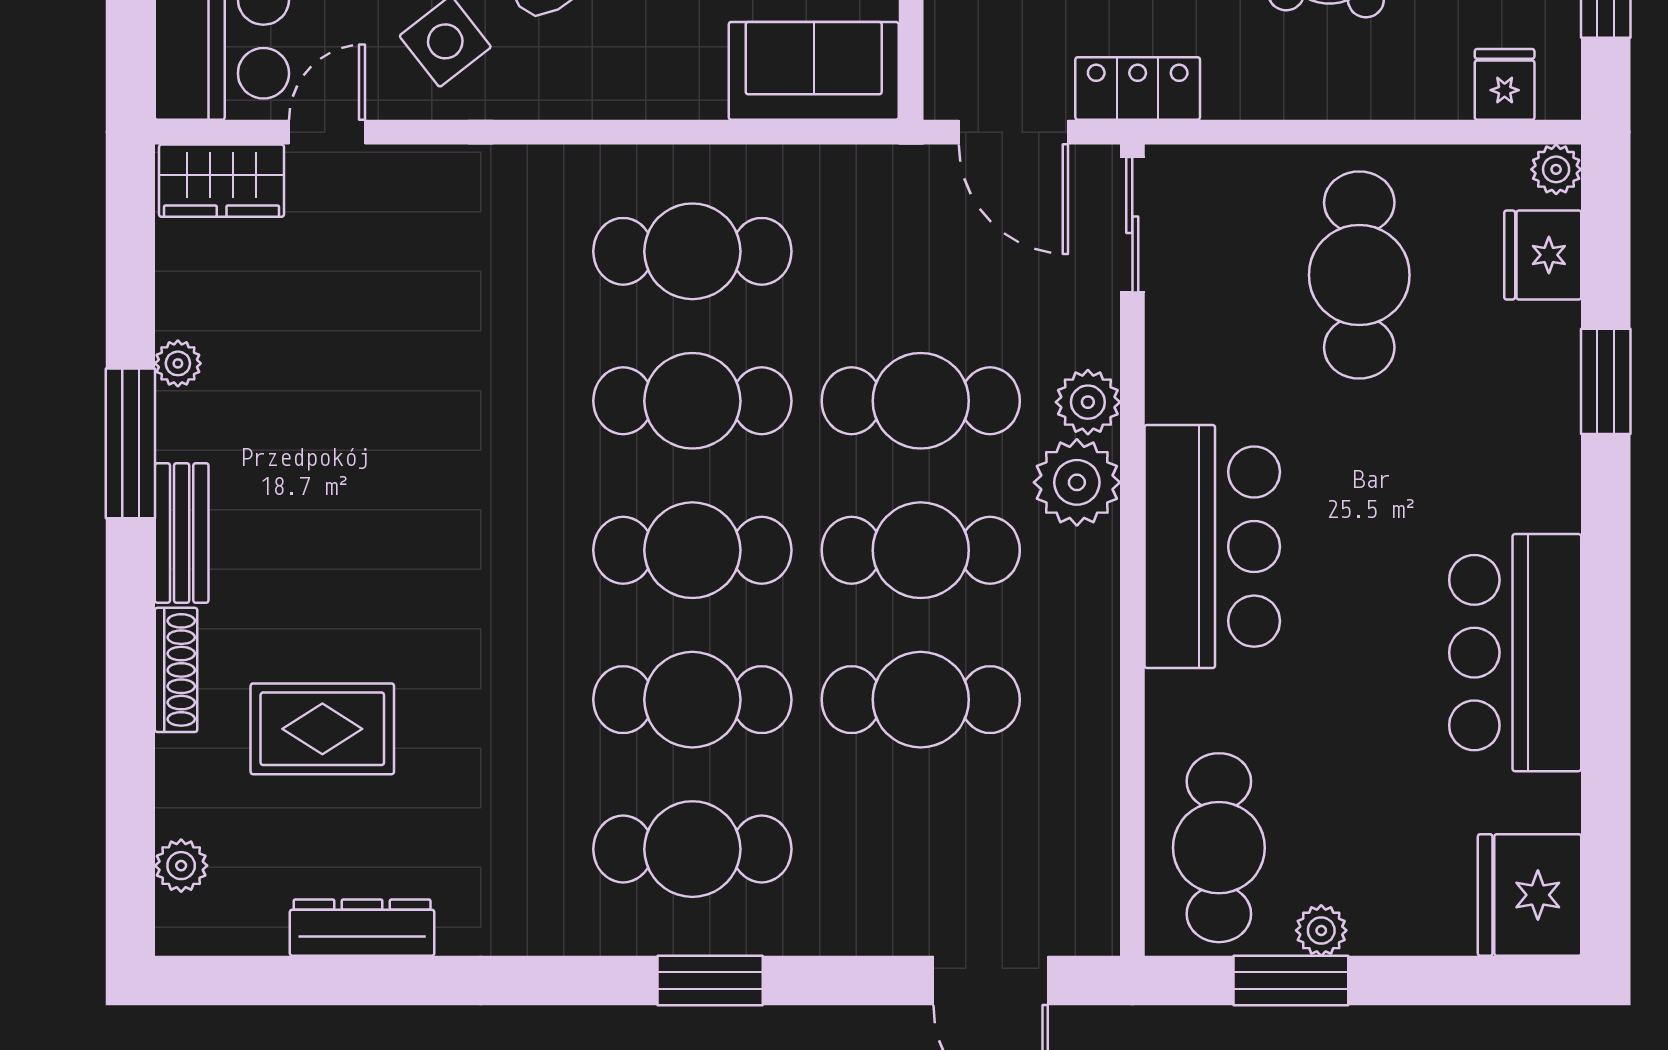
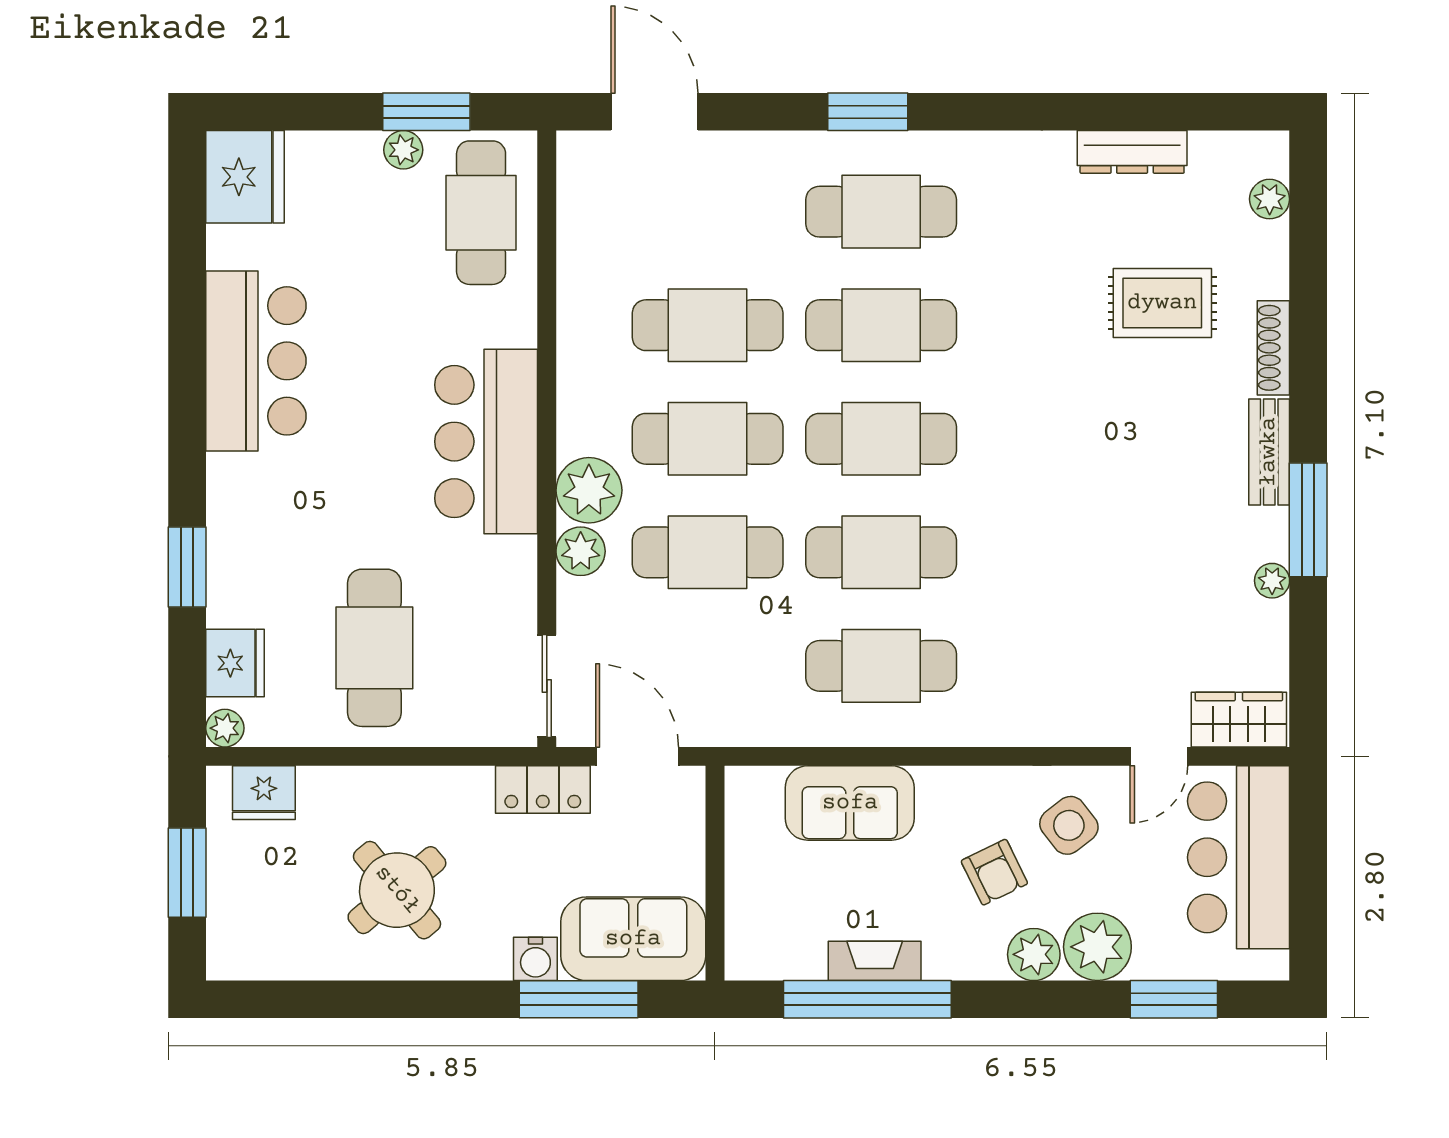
sofa: (814, 71) -> (850, 803), moved
fridge: (1505, 84) -> (264, 793), width x1.38

